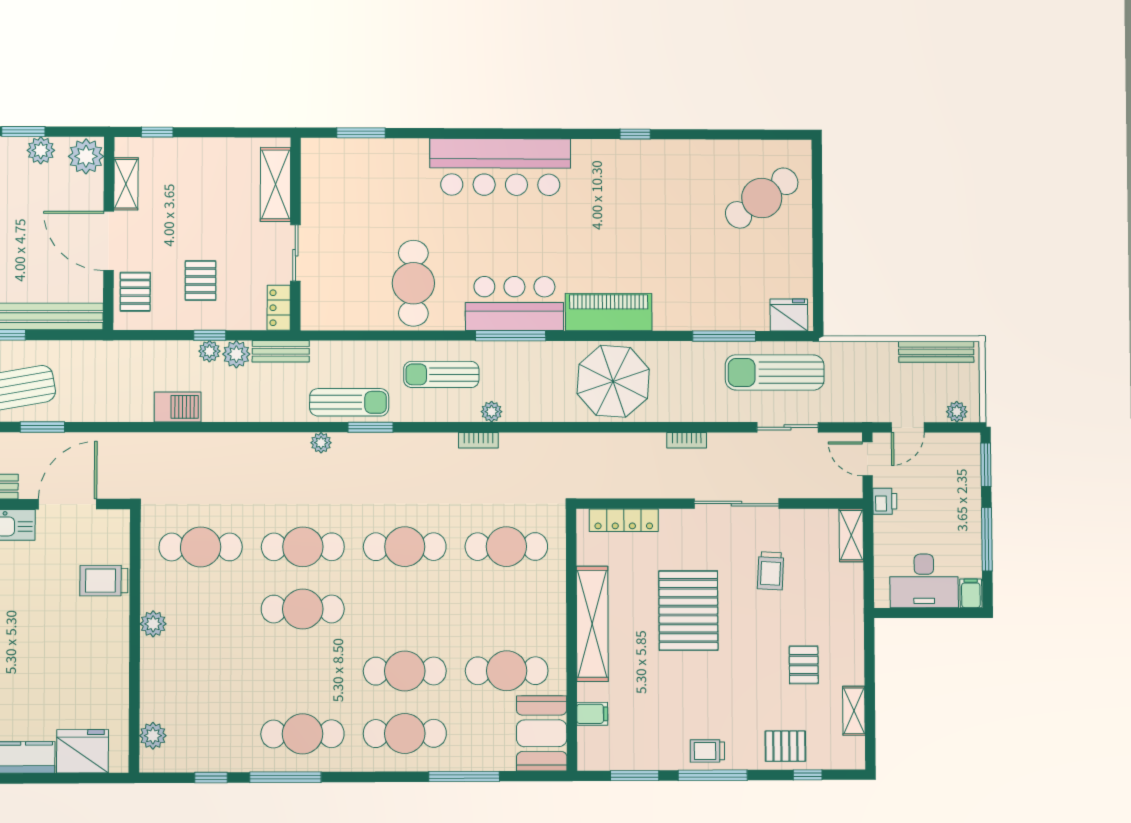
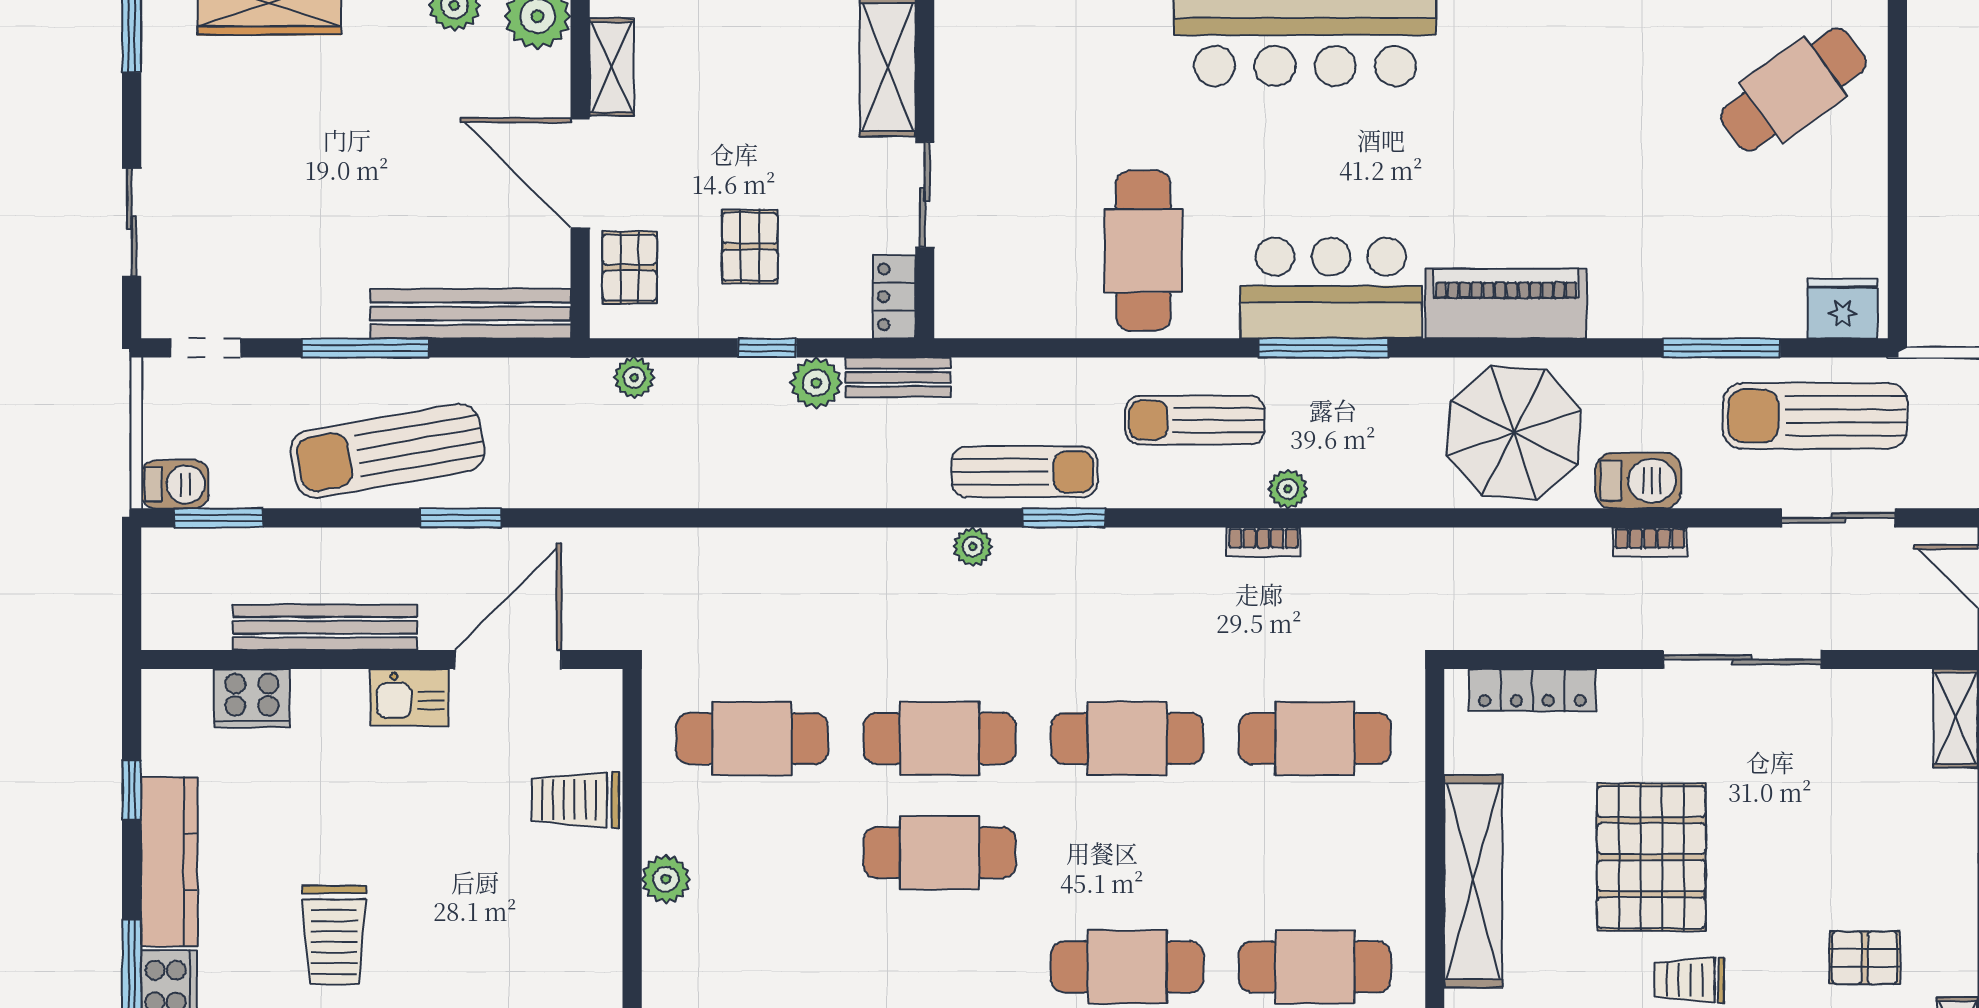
plant: (209, 351) -> (634, 377), moved
barbecue: (178, 407) -> (1638, 481), moved
trolley: (771, 571) -> (1689, 980), moved, turned 87
pallet: (804, 665) -> (1865, 958), turned 90

